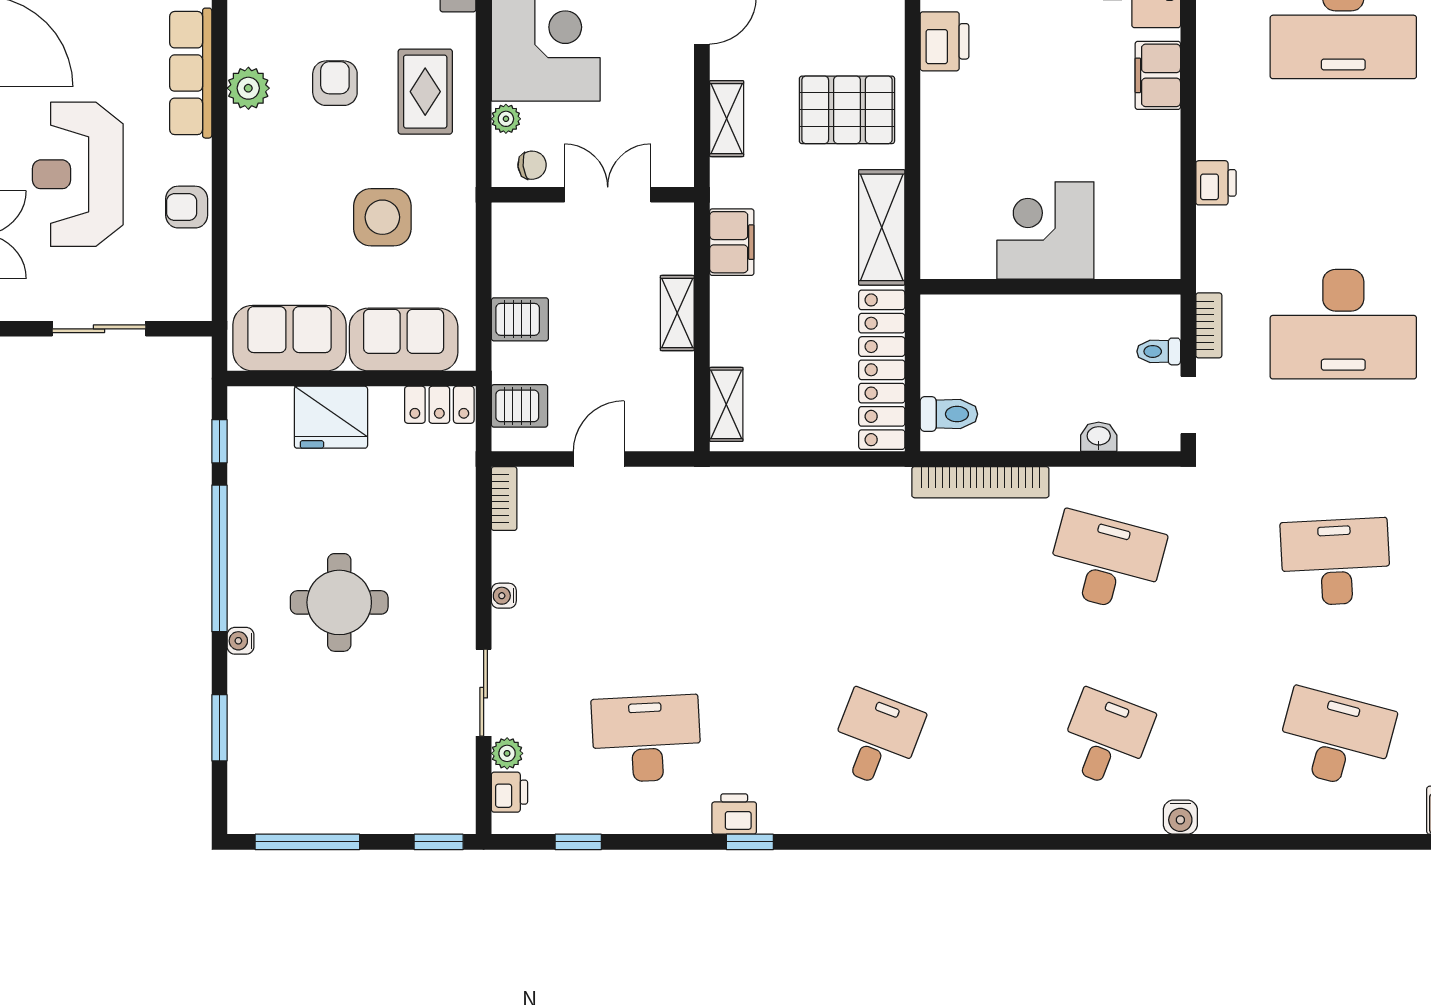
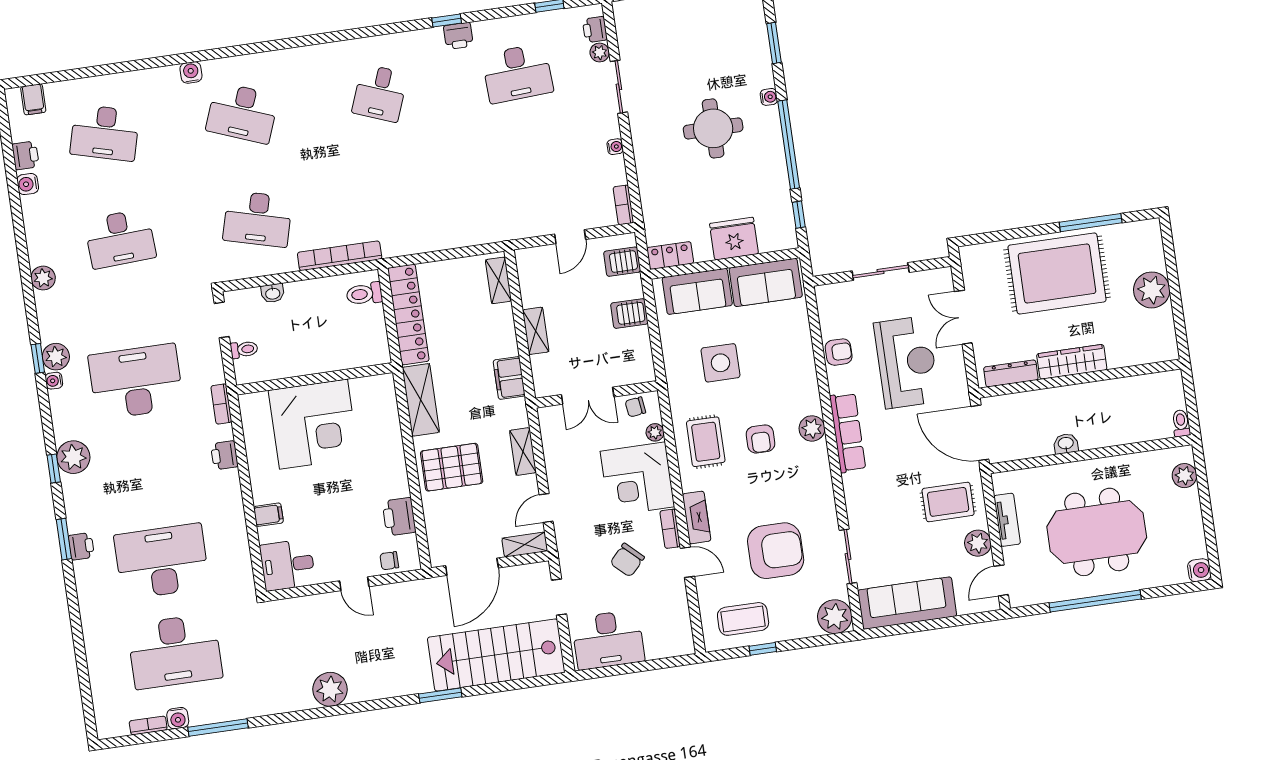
filing cabinet: (1158, 75) -> (268, 515), width x0.50
corner desk: (1045, 230) -> (313, 424), width x1.36, depth x1.36
bookcase: (1209, 325) -> (221, 404), moved
desk: (1106, 739) -> (242, 113), width x1.37

